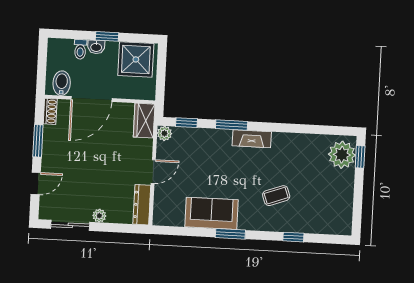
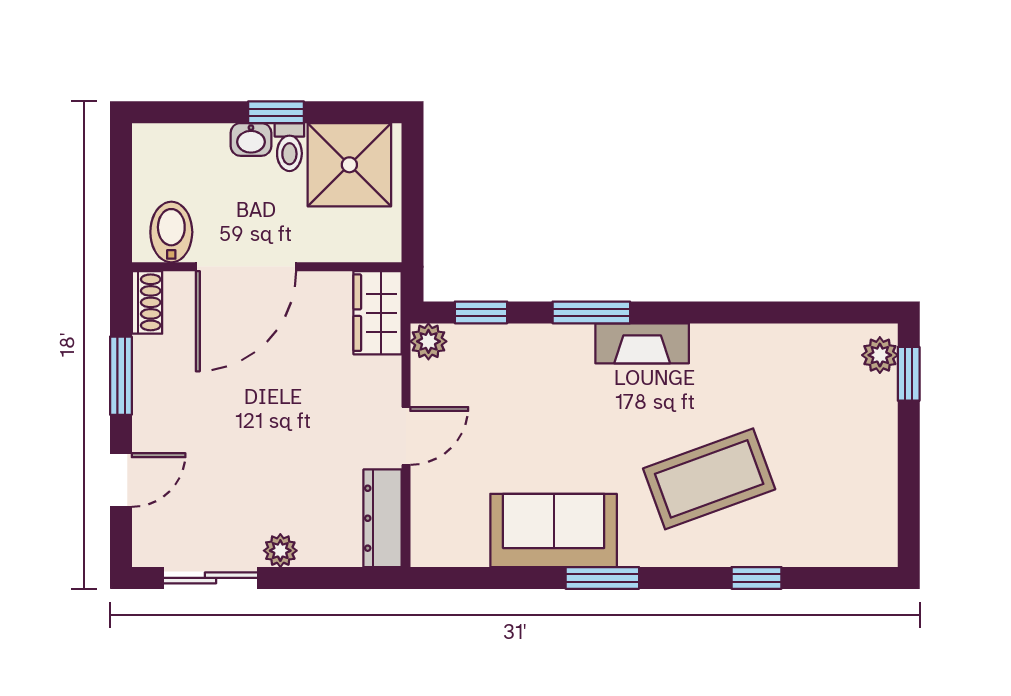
toilet: (80, 49) -> (289, 147), moved
plant: (342, 155) -> (880, 355), width x0.53, depth x0.53
coffee table: (276, 196) -> (709, 479), width x1.86, depth x1.72

